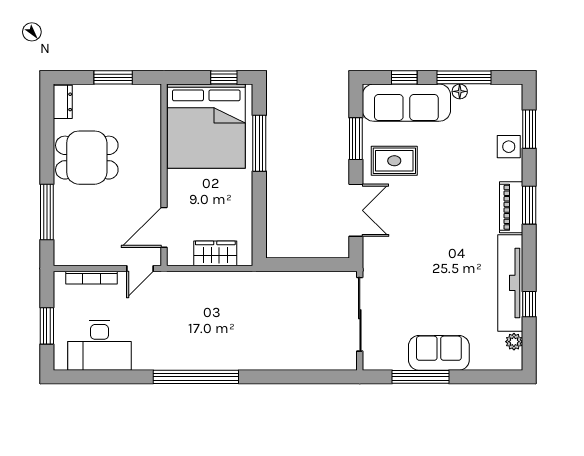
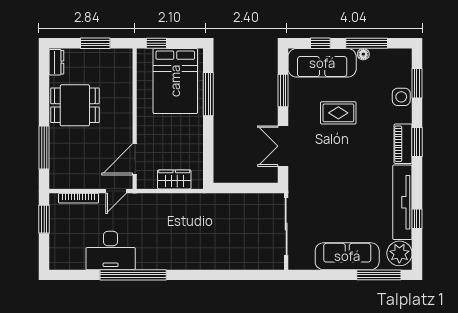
window: (224, 77) -> (156, 43), moved
bed: (206, 126) -> (175, 81), width x0.73
rug: (394, 161) -> (338, 113), moved
double door: (356, 210) -> (283, 146), swing flipped
window: (47, 326) -> (44, 219), moved
plant: (514, 342) -> (399, 253), width x1.88, depth x1.88
desk: (99, 345) -> (111, 251), moved
sofa: (439, 353) -> (347, 256), width x1.36
window: (196, 377) -> (133, 275), moved
window: (420, 377) -> (379, 275), moved

